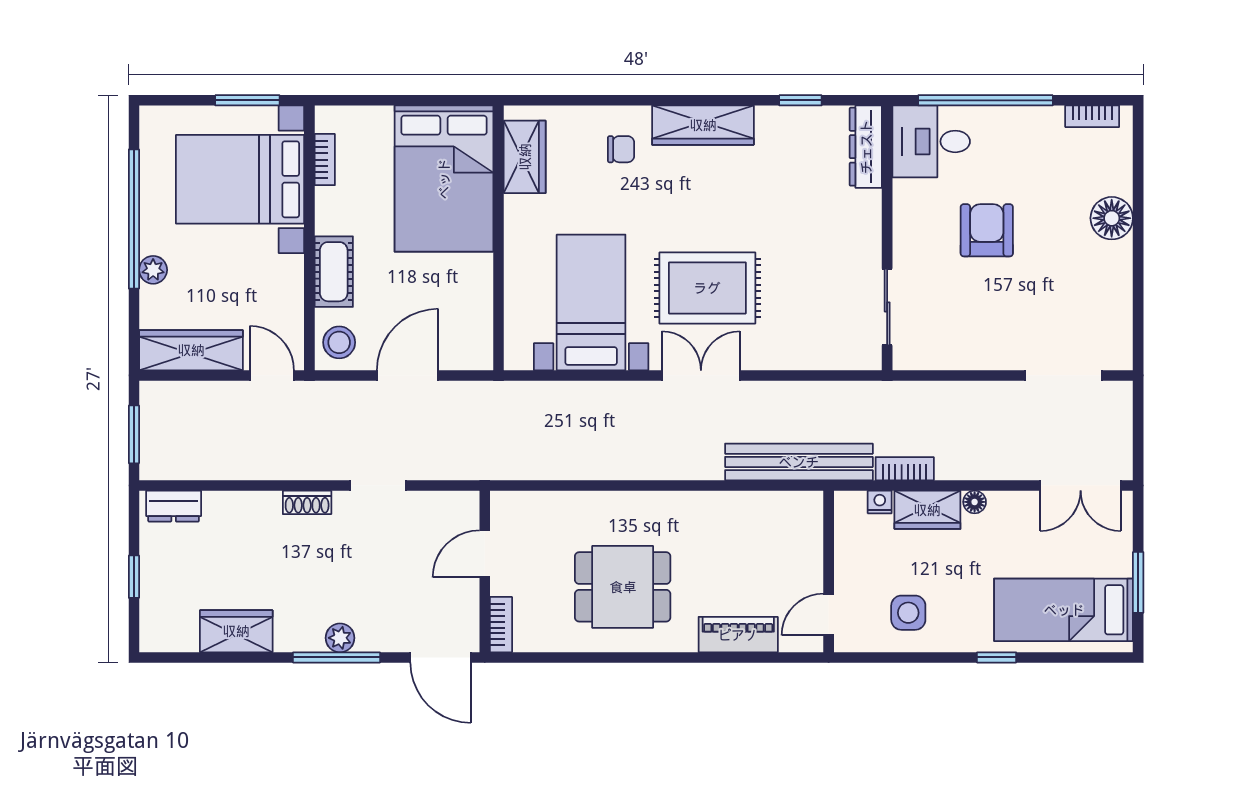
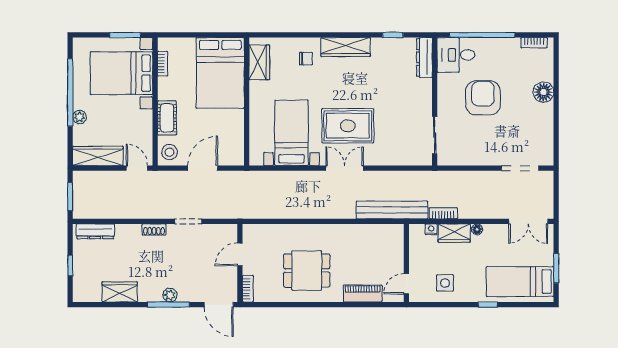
armchair: (987, 230) -> (483, 98), width x1.36, depth x1.36
dresser: (174, 506) -> (95, 231), width x1.44

